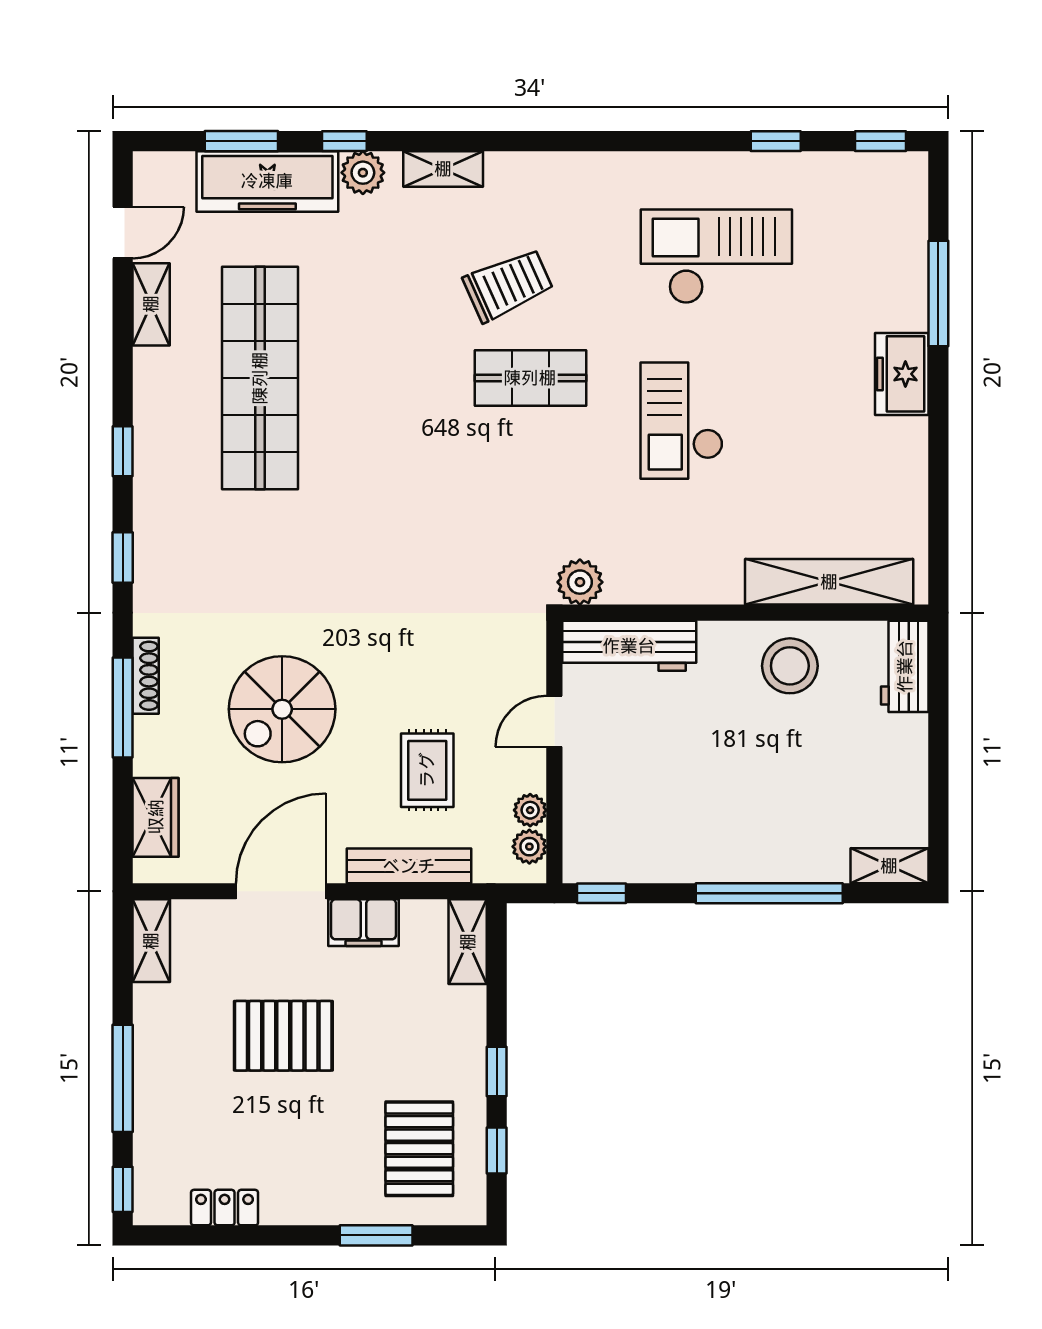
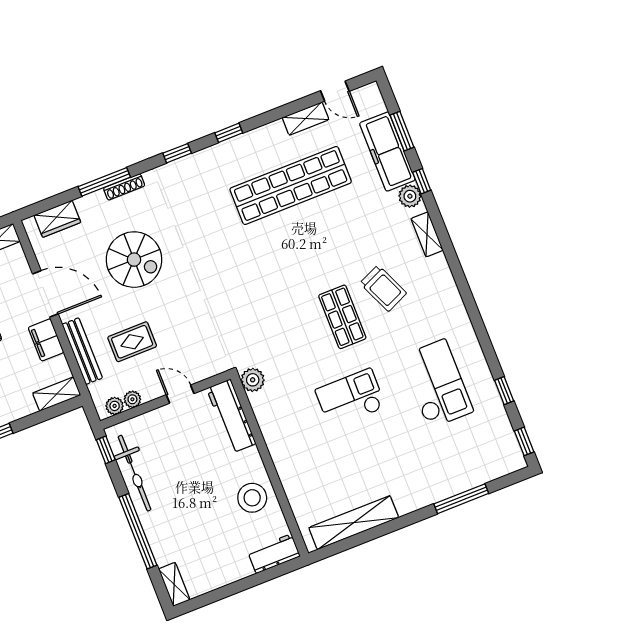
freezer: (902, 374) -> (415, 496), removed
shelving: (829, 582) -> (354, 523), moved, turned 90
spiral stairs: (282, 709) -> (134, 260), turned 180
bicycle: (663, 858) -> (135, 473), added

